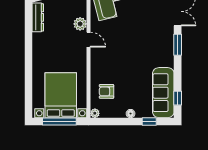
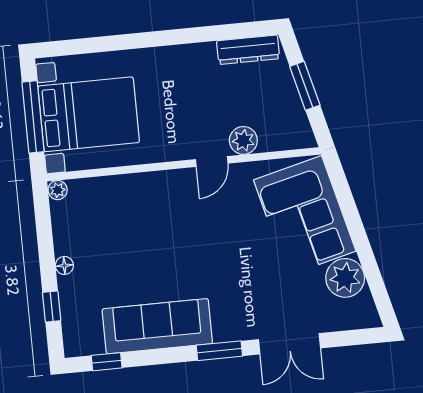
armchair: (106, 91) -> (106, 210), removed
sofa: (163, 93) -> (157, 326), moved

